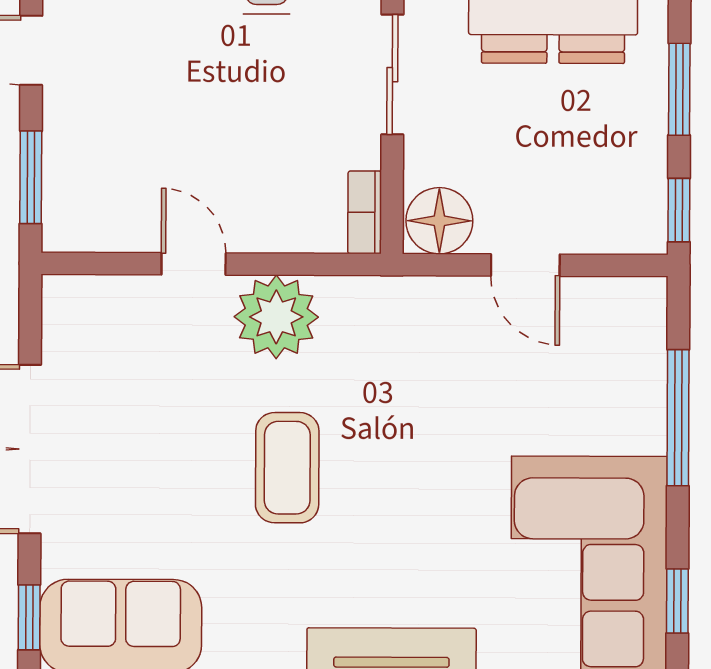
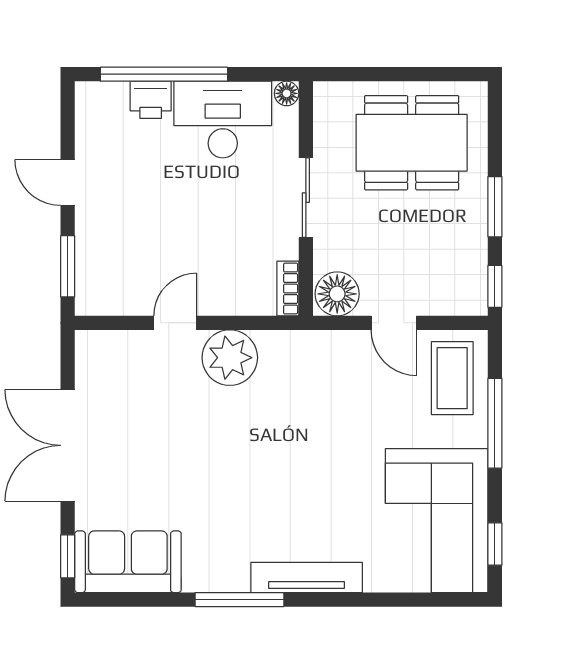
door: (194, 264) -> (175, 323), hinge flipped
coffee table: (287, 468) -> (452, 378), moved

